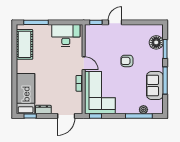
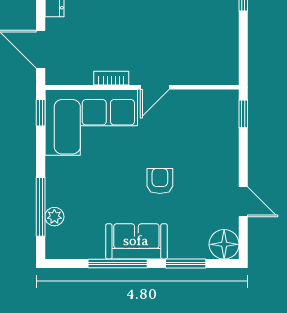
door: (115, 22) -> (243, 202), moved
desk: (66, 35) -> (215, 49), removed
floor lamp: (156, 42) -> (224, 244), moved
sofa: (155, 86) -> (136, 241), moved

